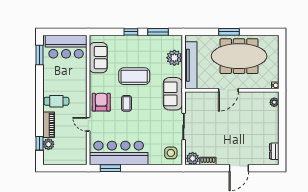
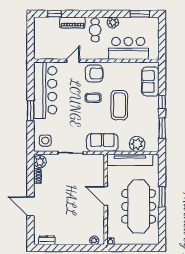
bar counter: (66, 47) -> (128, 48), moved, turned 90
sofa: (98, 58) -> (150, 82), moved, turned 90
plant: (48, 144) -> (113, 22), moved
window: (110, 168) -> (31, 111), moved

